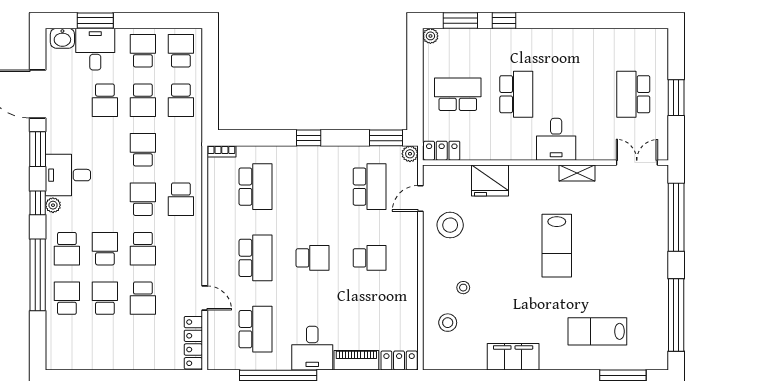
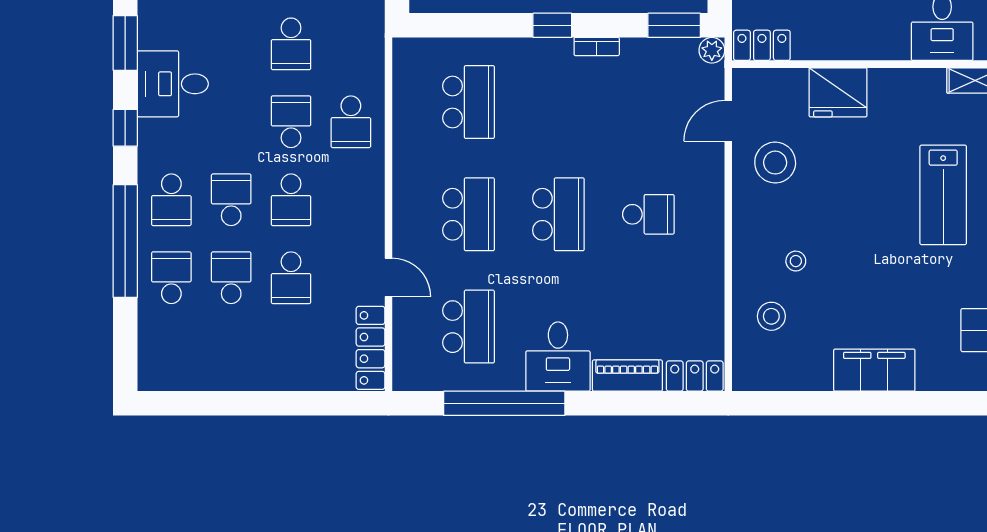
school desk: (143, 150) -> (291, 44), turned 180
bookcase: (221, 151) -> (597, 46), moved
school desk: (370, 187) -> (648, 102), removed
plant: (53, 205) -> (149, 131), removed
school desk: (313, 258) -> (558, 214), width x1.85

